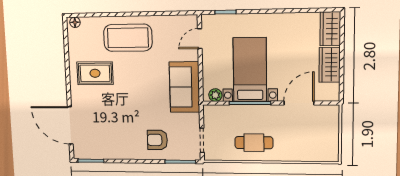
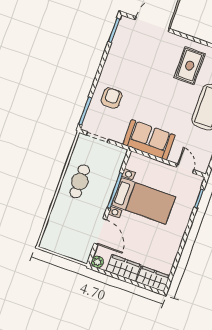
plant: (215, 95) -> (97, 262), moved

